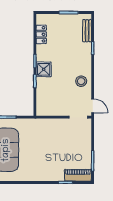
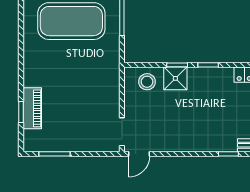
shower: (44, 69) -> (175, 78), moved
stool: (81, 81) -> (147, 82), moved
piano: (78, 175) -> (32, 108), moved

